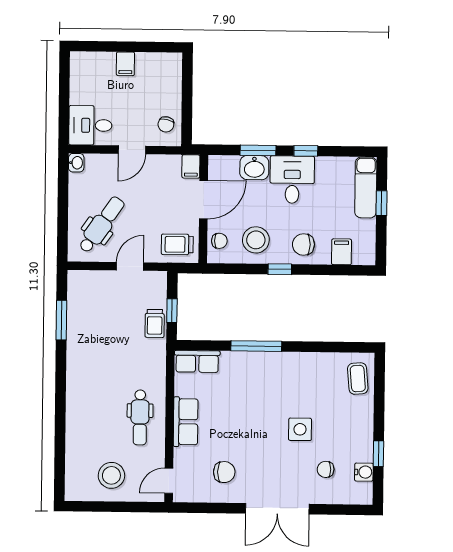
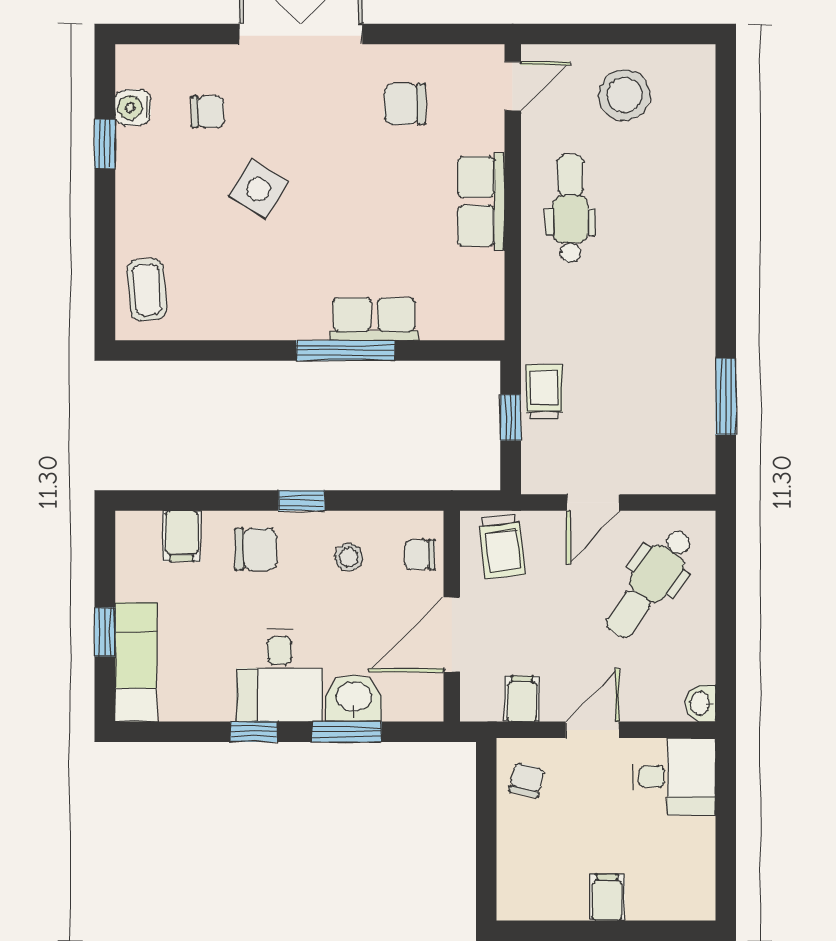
filing cabinet: (191, 166) -> (522, 699), moved
stool: (256, 240) -> (349, 557), width x0.53, depth x0.53
trolley: (177, 244) -> (502, 547), turned 84
row of seats: (197, 361) -> (374, 319), moved
side table: (300, 429) -> (258, 189), turned 31

